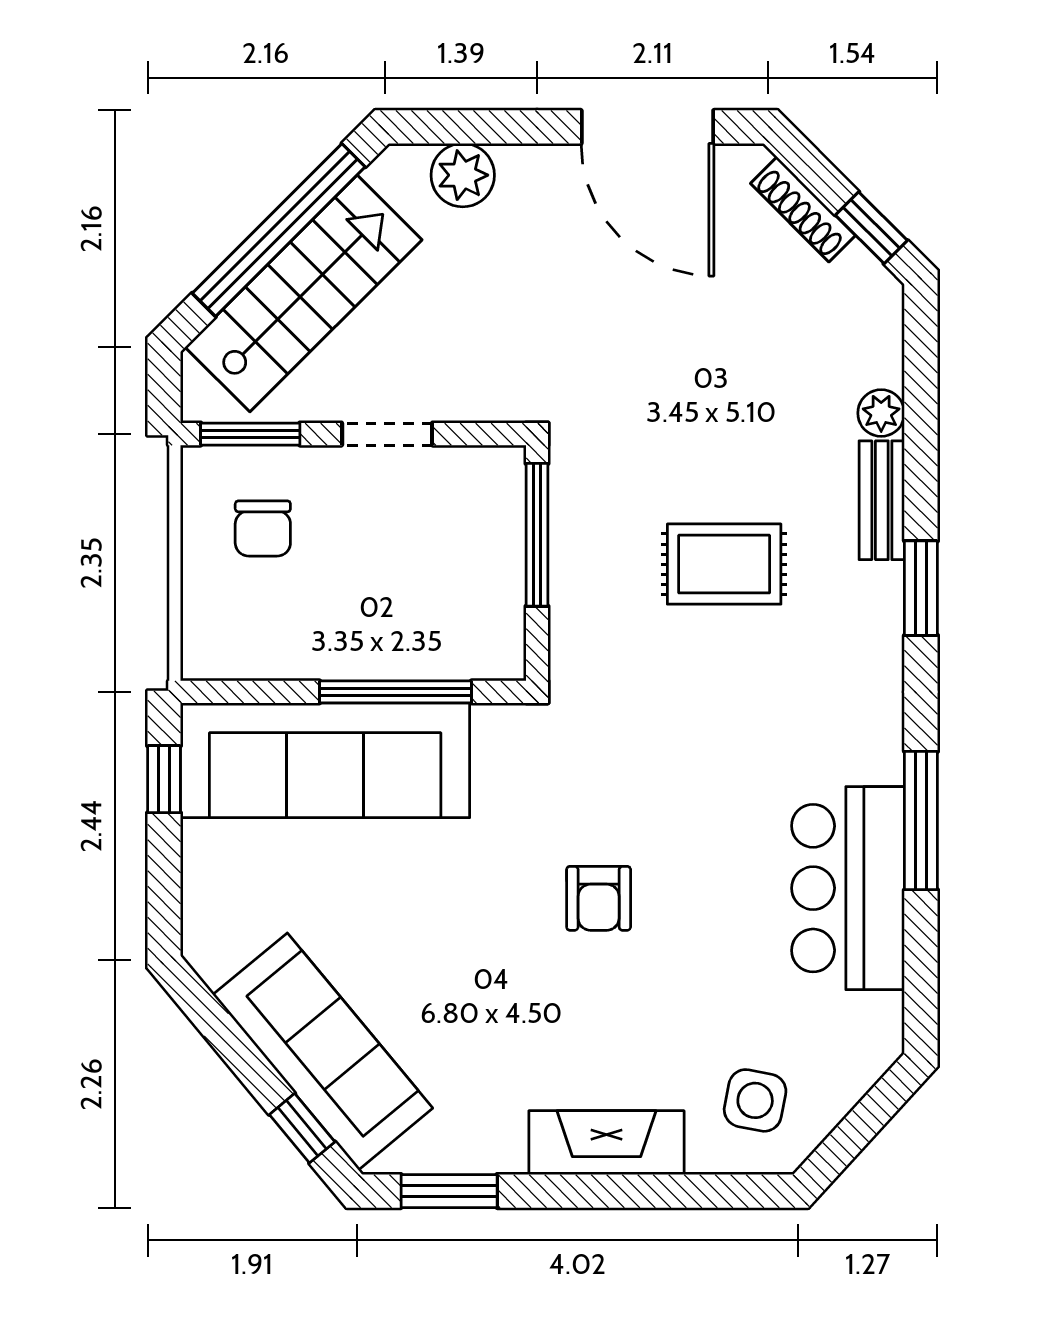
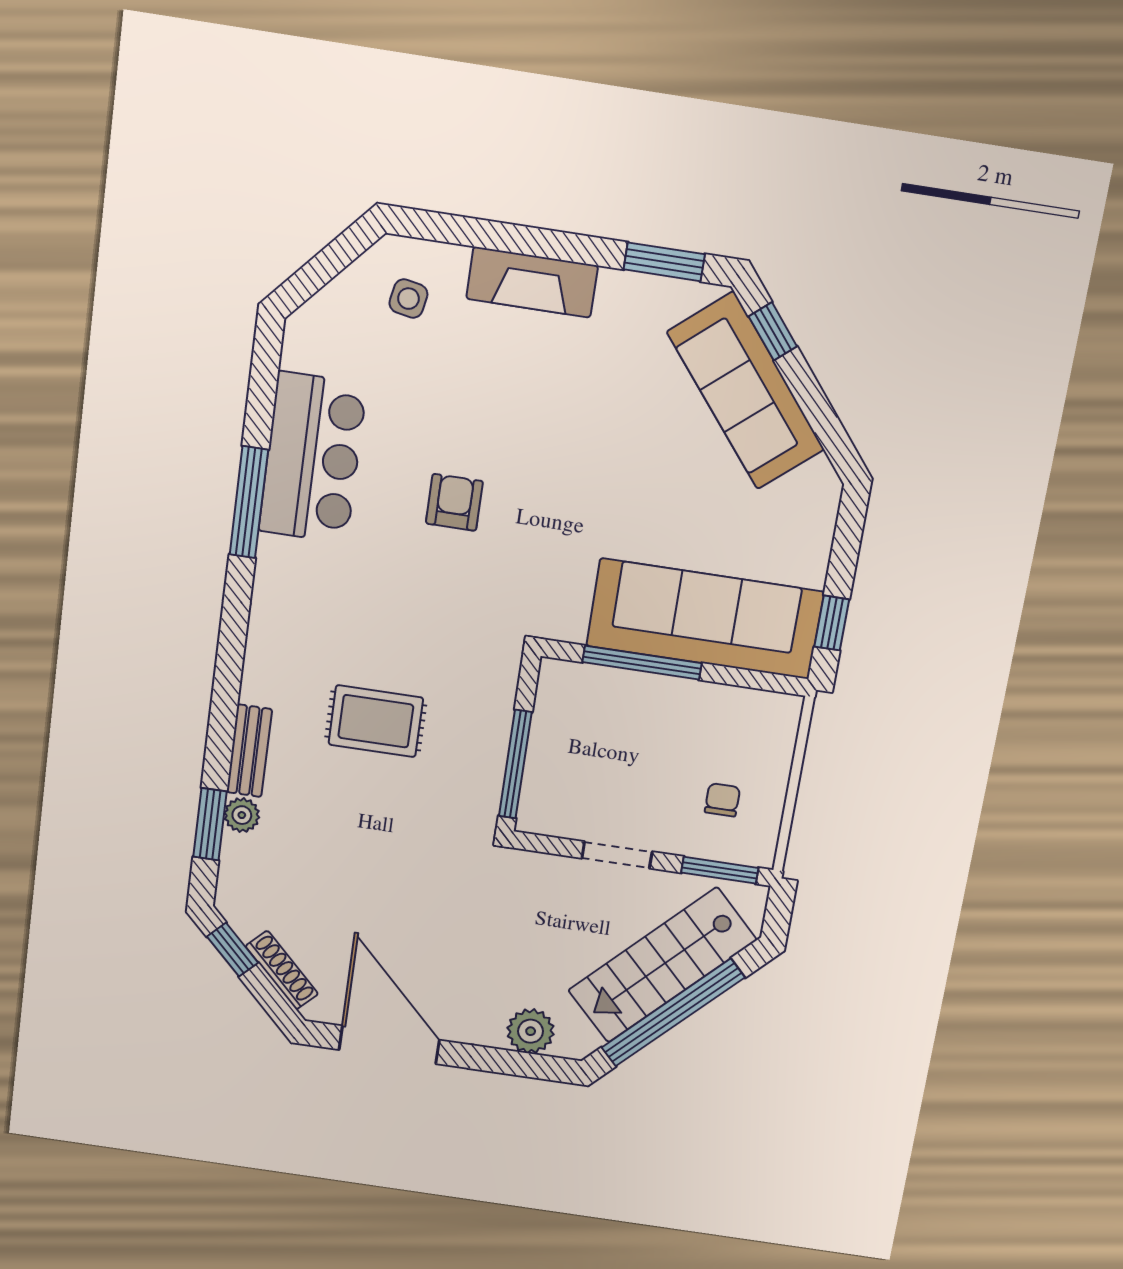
chair: (263, 528) -> (722, 800), width x0.73, depth x0.73
window: (921, 588) -> (210, 824), moved
armchair: (599, 898) -> (454, 502), moved
side table: (755, 1100) -> (408, 299), width x0.73, depth x0.73

